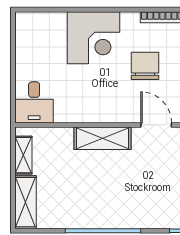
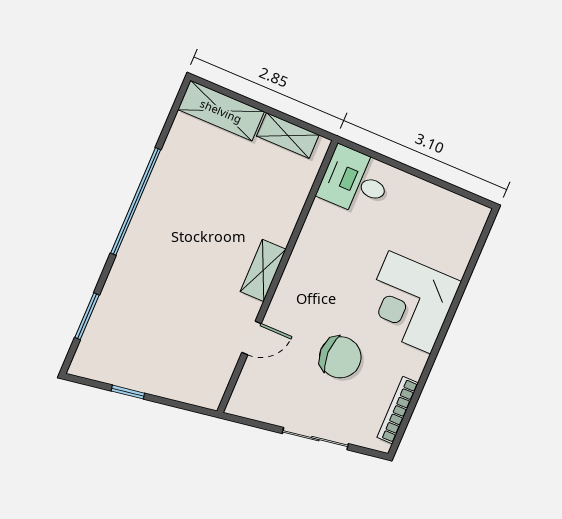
door: (156, 125) -> (251, 338), width x0.73
shelving: (103, 138) -> (263, 270), width x0.67, depth x0.75

